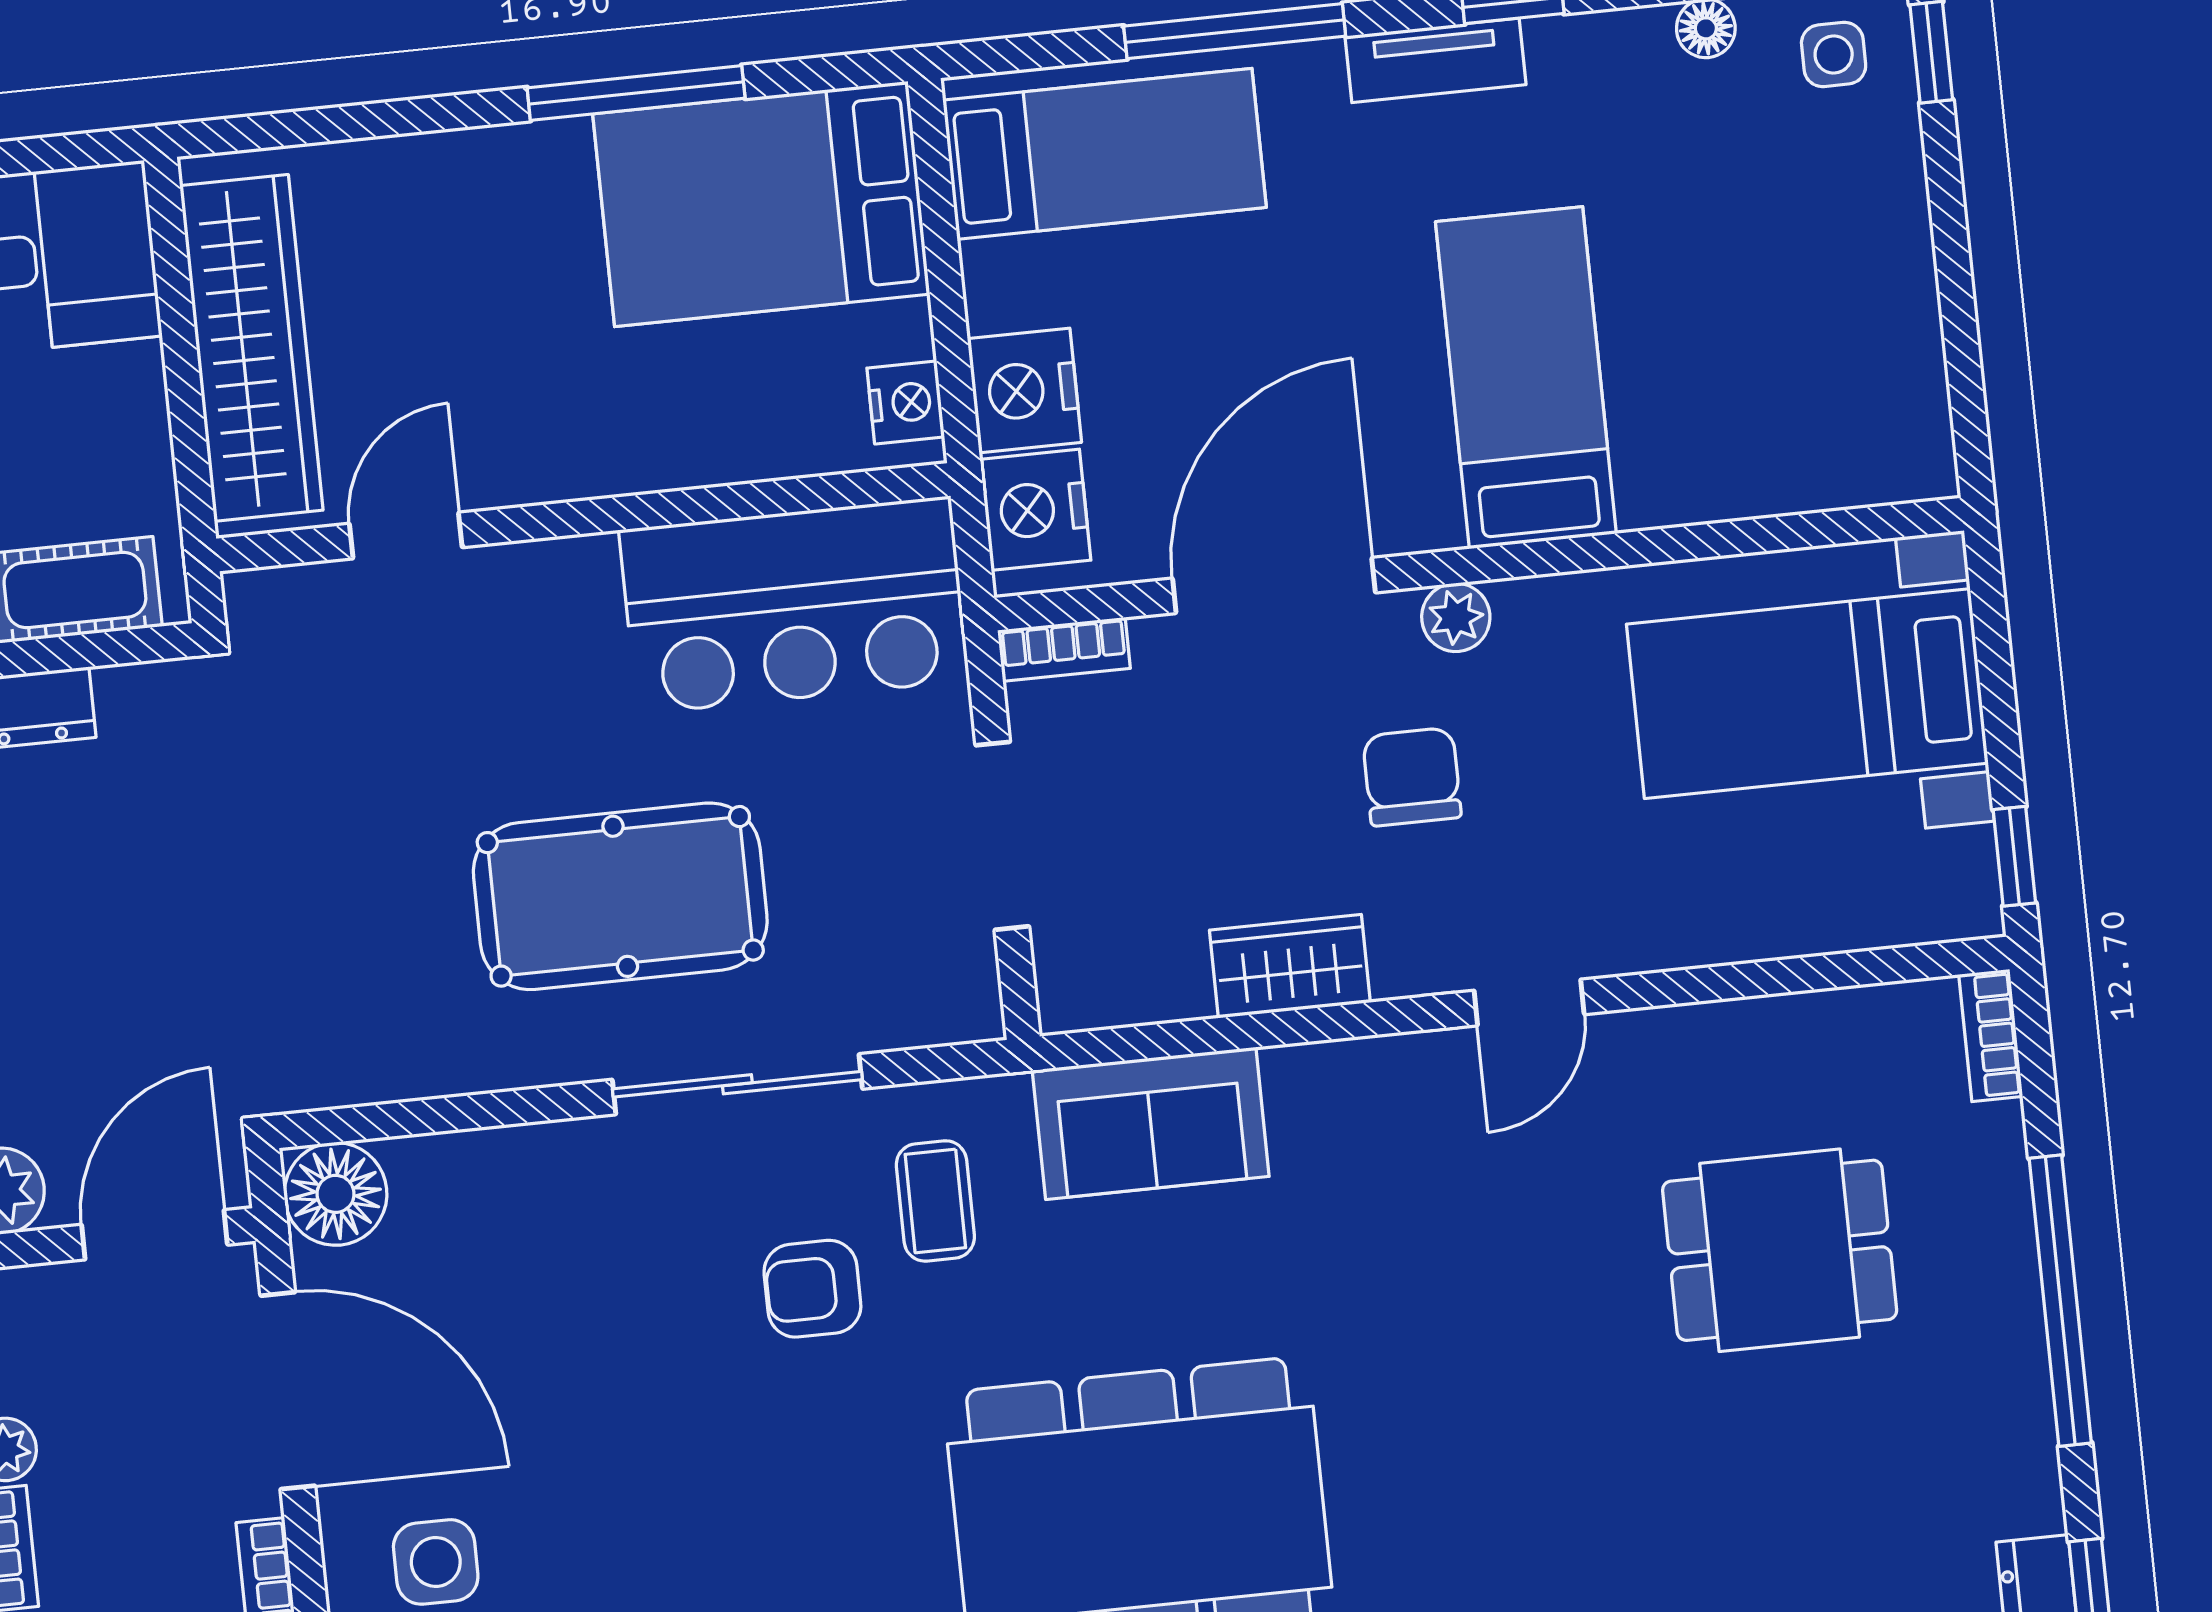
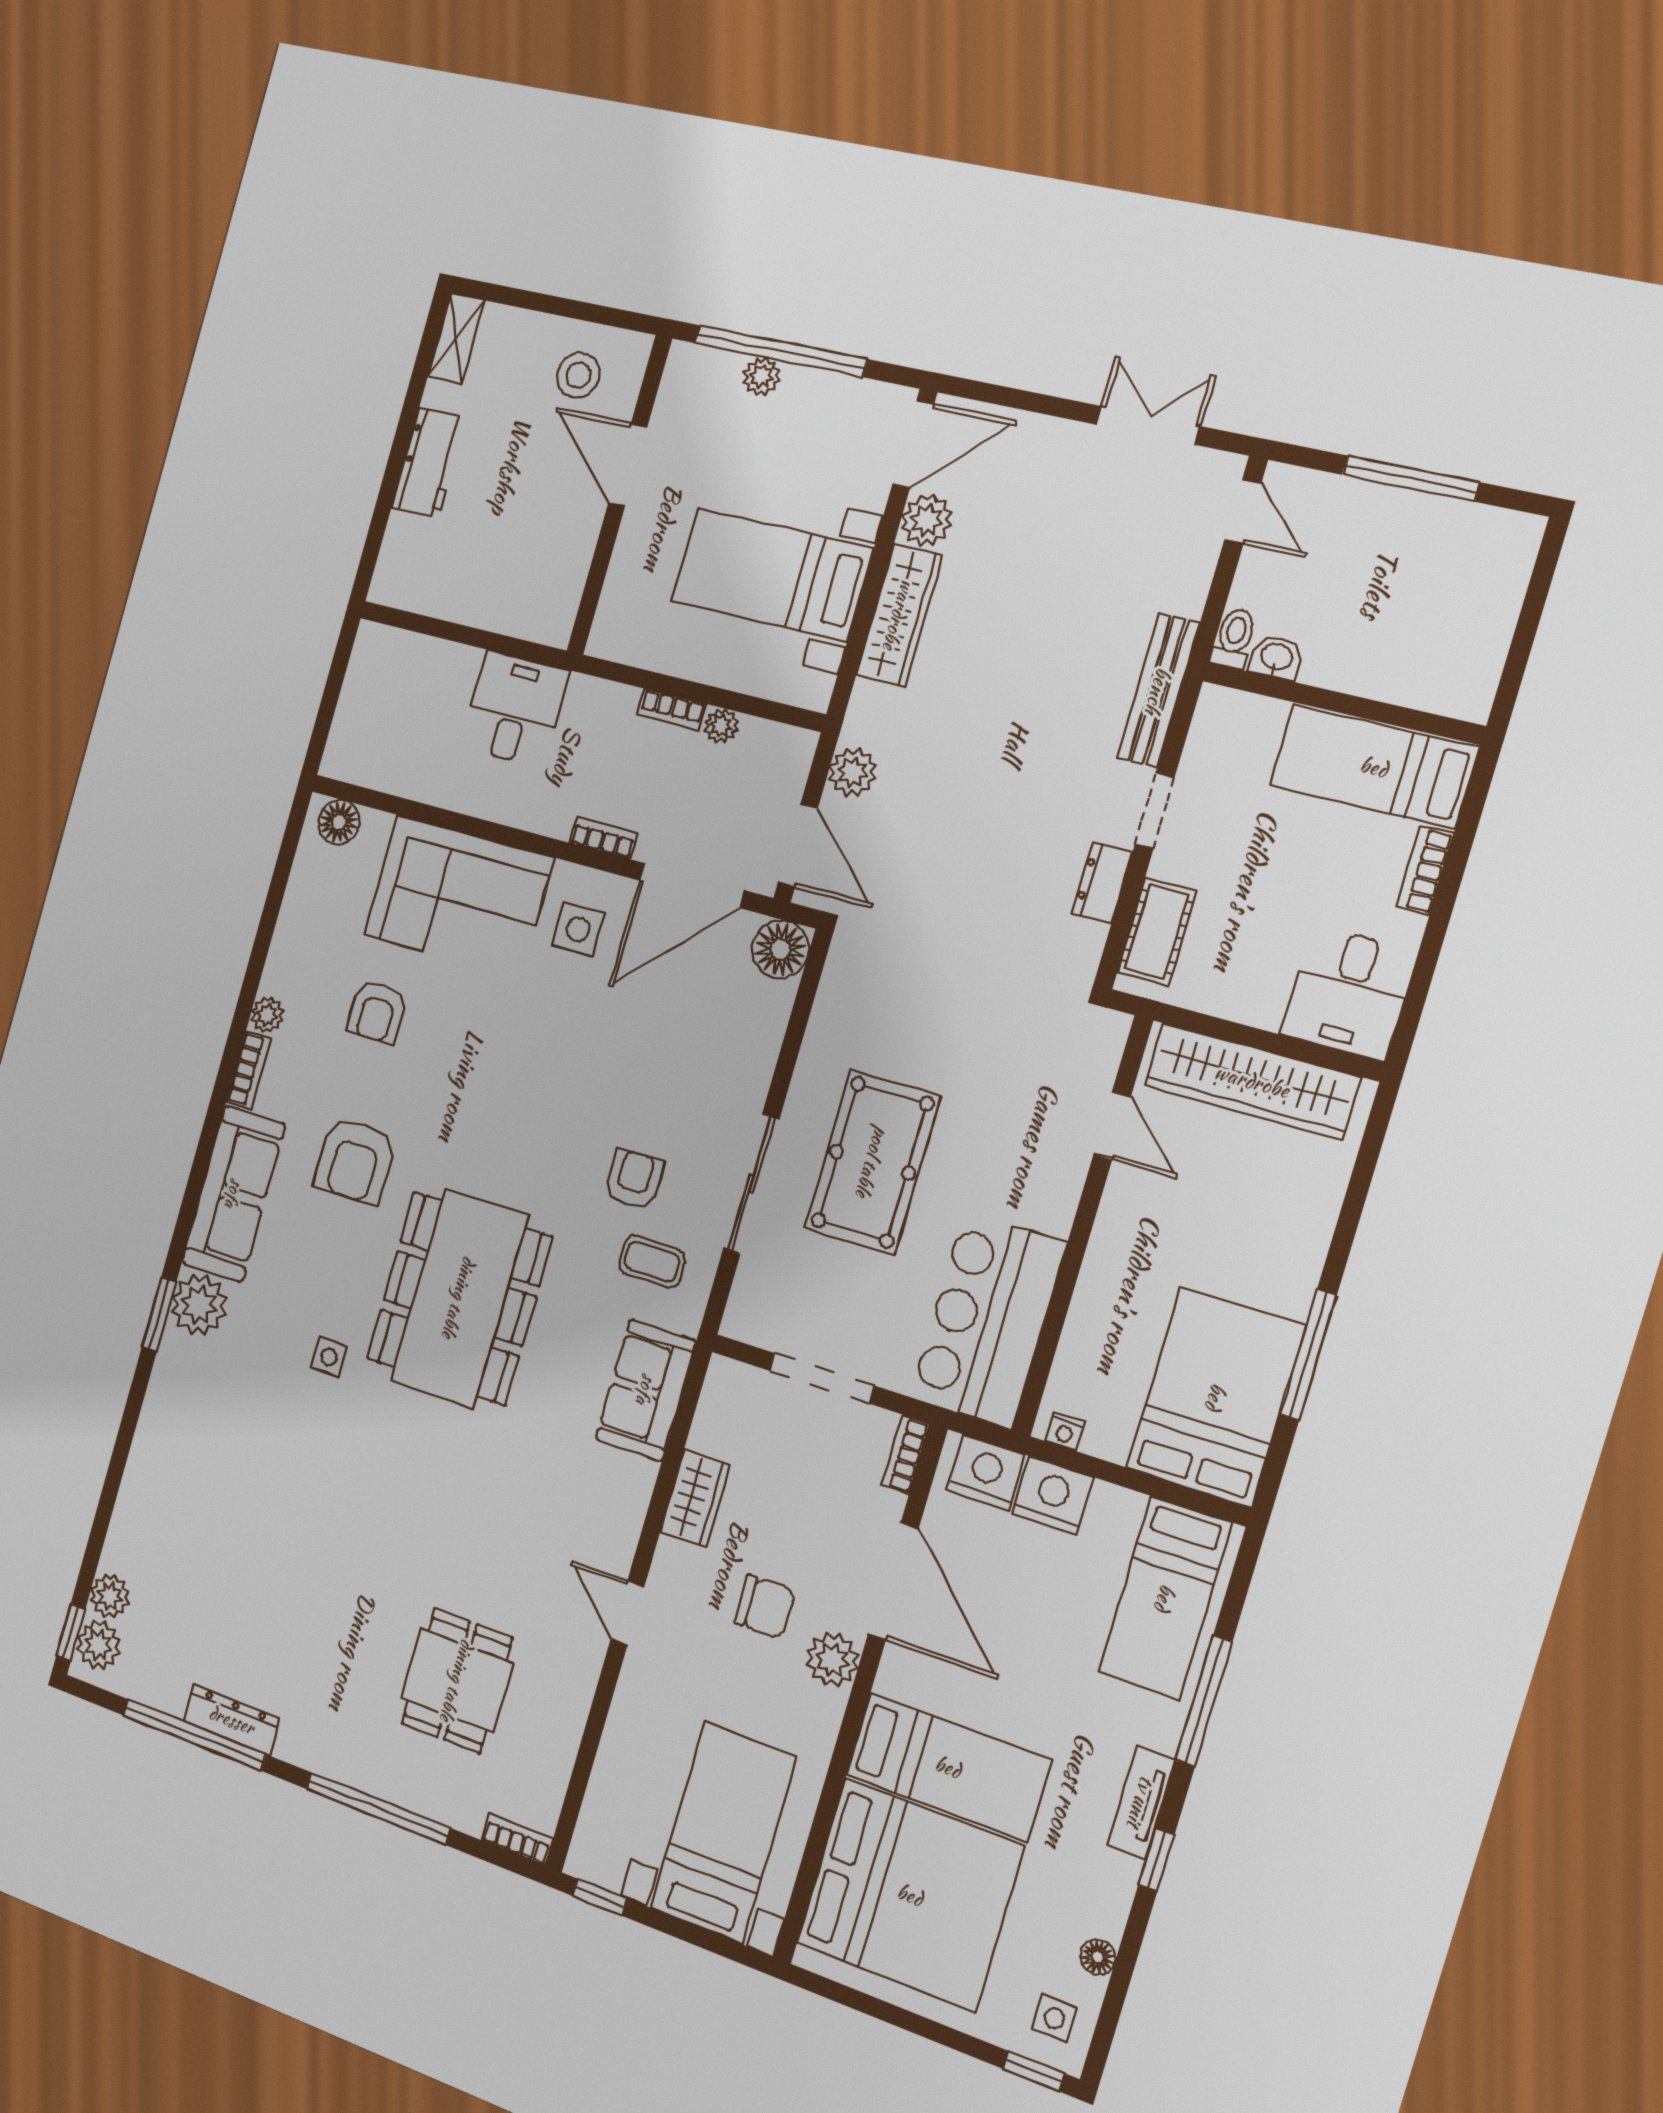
bed: (1756, 355) -> (910, 1895), added
nightstand: (906, 402) -> (1065, 1432), width x0.72, depth x0.74
plant: (1456, 617) -> (833, 1660), width x1.38, depth x1.38

